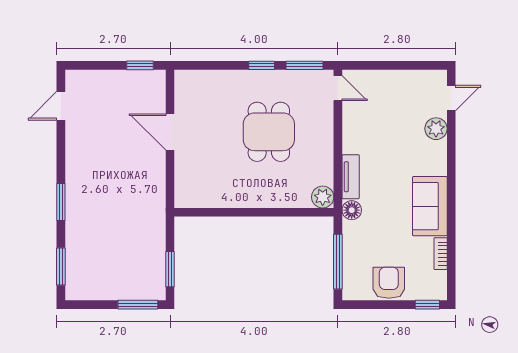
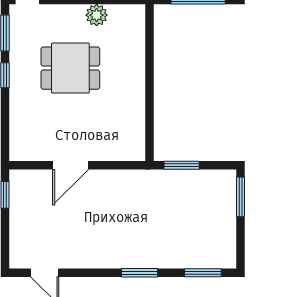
plant: (323, 197) -> (97, 15), moved
window: (170, 269) -> (182, 165), moved

